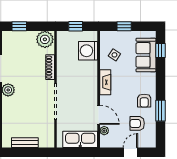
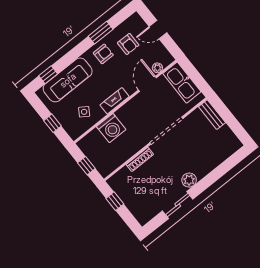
window: (19, 26) -> (115, 201), moved
plant: (45, 39) -> (119, 183), removed
washing machine: (88, 51) -> (111, 128), moved
sofa: (146, 55) -> (68, 80), width x1.36
bench: (25, 143) -> (212, 115), moved

